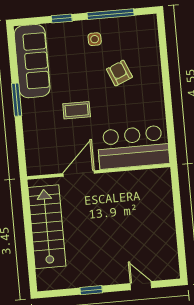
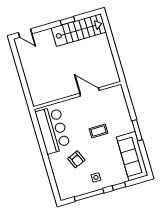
bar counter: (133, 147) -> (53, 130), moved, turned -90
door: (79, 173) -> (89, 92), swing flipped
stairs: (47, 227) -> (79, 30), moved, turned -90
door: (141, 286) -> (25, 33), moved

